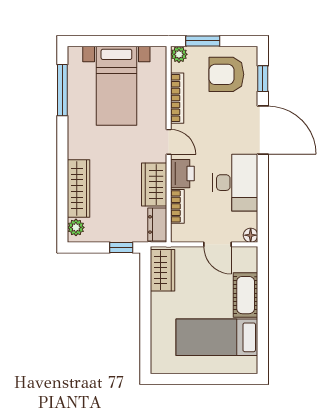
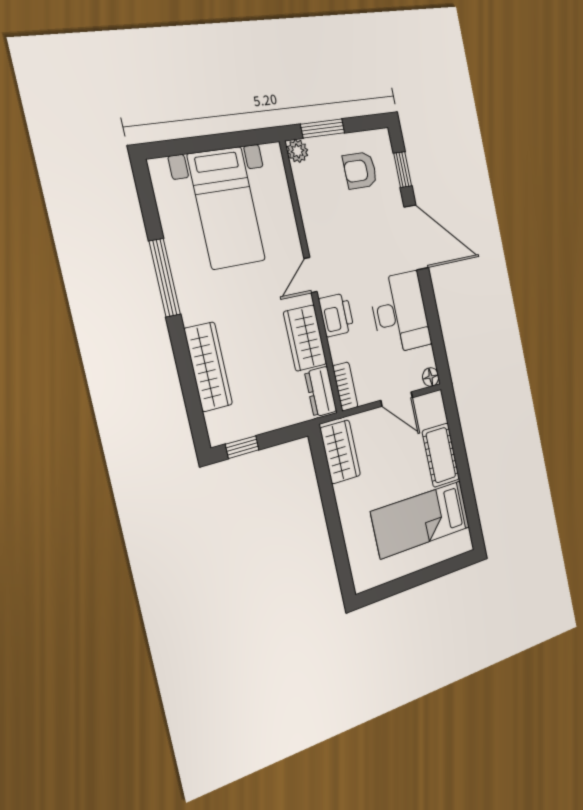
armchair: (226, 74) -> (360, 170), width x0.72, depth x0.72
window: (62, 90) -> (165, 278), moved
bookcase: (177, 98) -> (308, 212), removed
door: (169, 142) -> (311, 275), swing flipped
bookcase: (177, 206) -> (345, 387), moved
plant: (76, 227) -> (217, 424), removed
window: (121, 247) -> (242, 447), moved

